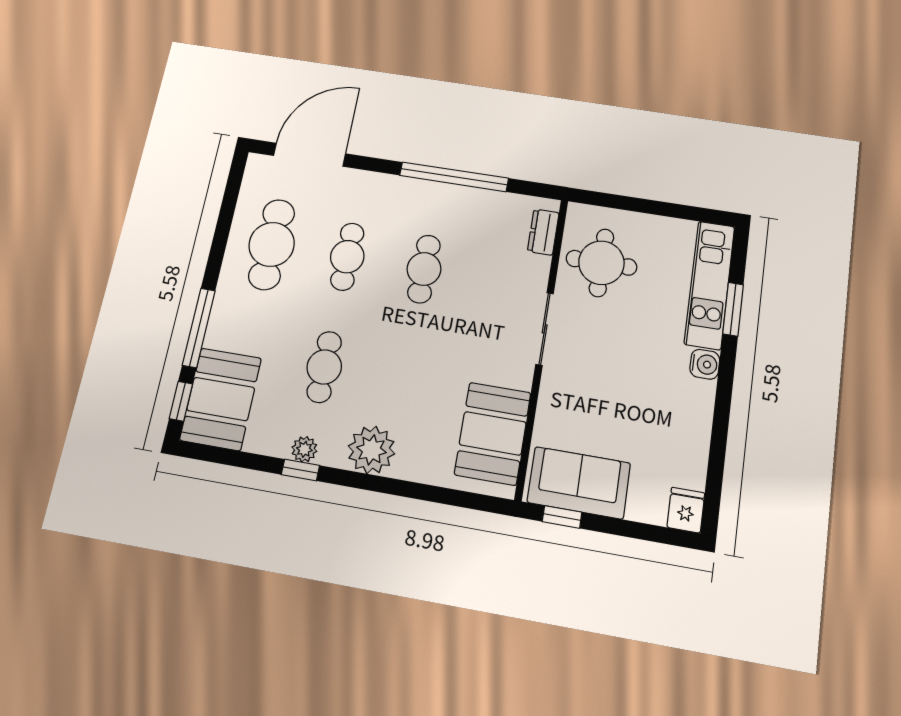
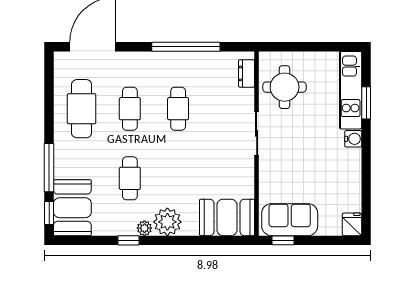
booth: (493, 433) -> (227, 217), moved, turned 90
plant: (304, 449) -> (144, 228), moved

